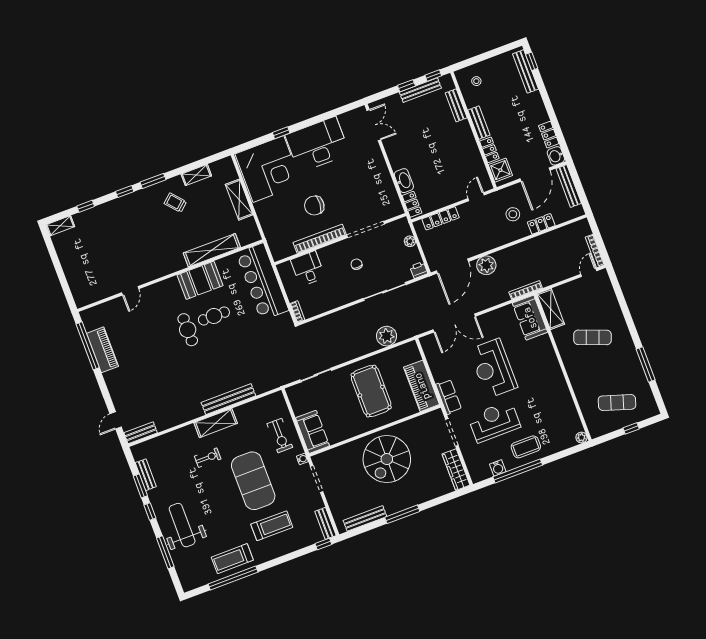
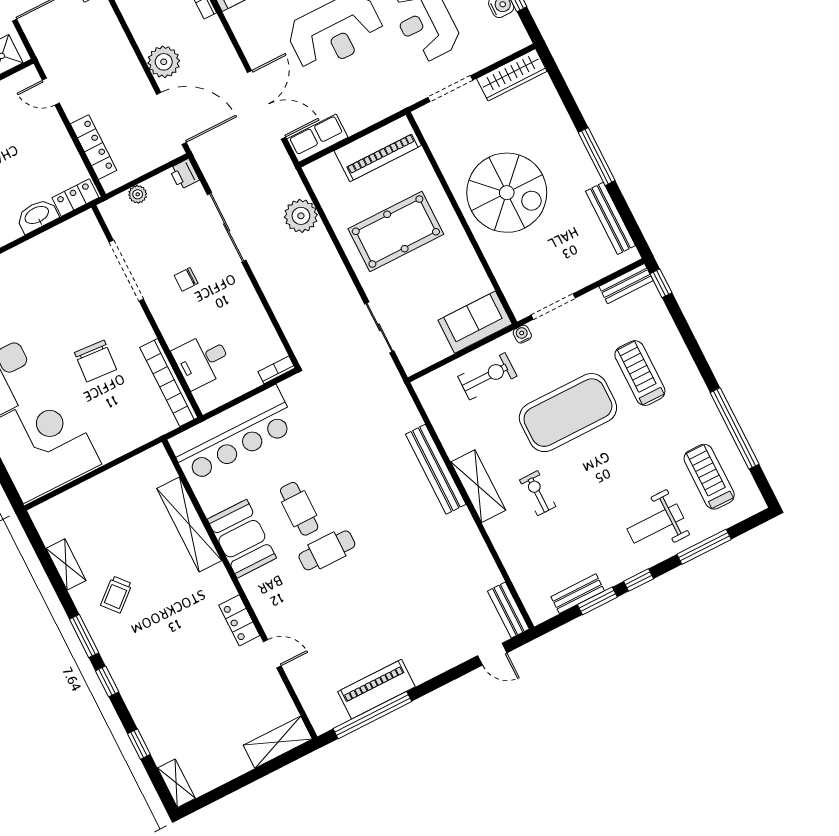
shelving: (239, 200) -> (278, 742), moved
stool: (513, 214) -> (73, 27), removed
bookcase: (320, 239) -> (169, 383), moved
locker: (152, 273) -> (239, 620), added
row of seats: (449, 397) -> (317, 138), moved
weight bench: (182, 525) -> (655, 524), width x0.73, depth x0.75
treadmill: (232, 559) -> (709, 477), moved, turned 180

